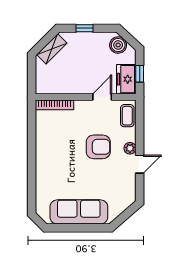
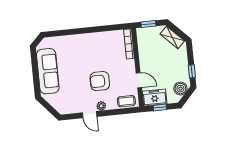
window: (85, 28) -> (192, 71), moved
window: (32, 78) -> (148, 24), added
armchair: (98, 147) -> (100, 81), turned 90

